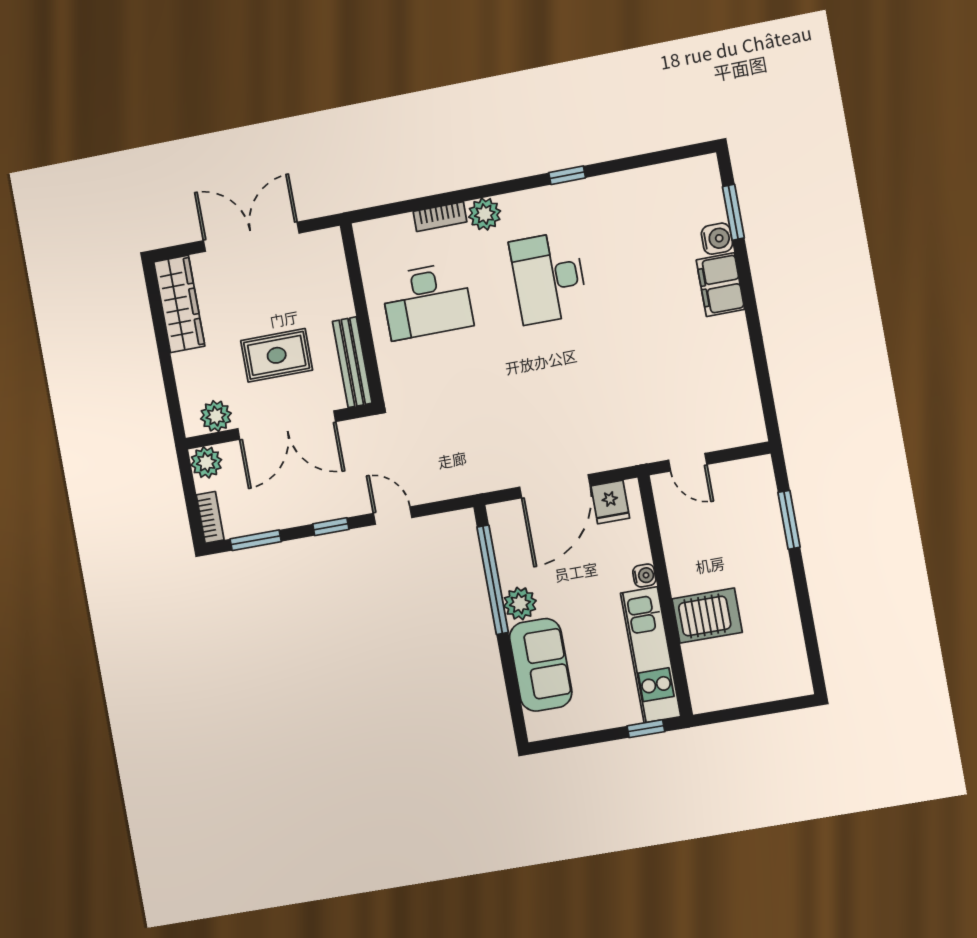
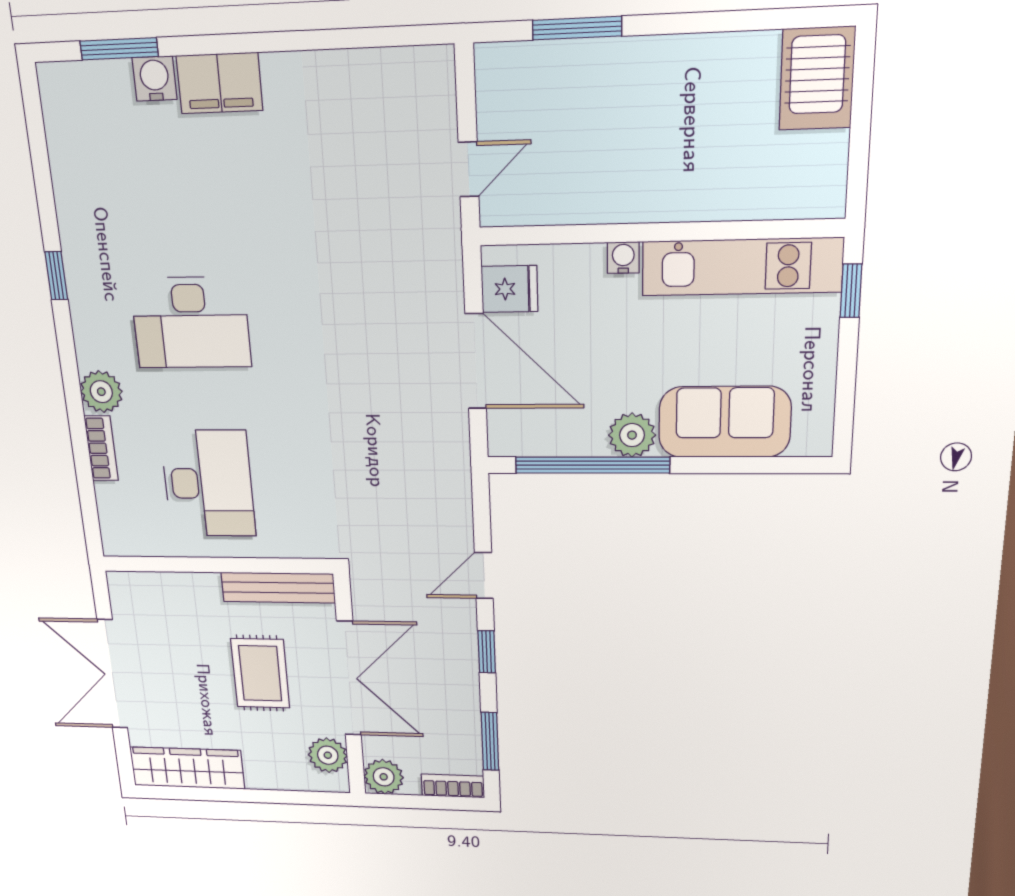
server rack: (707, 616) -> (817, 79), moved, turned 180

